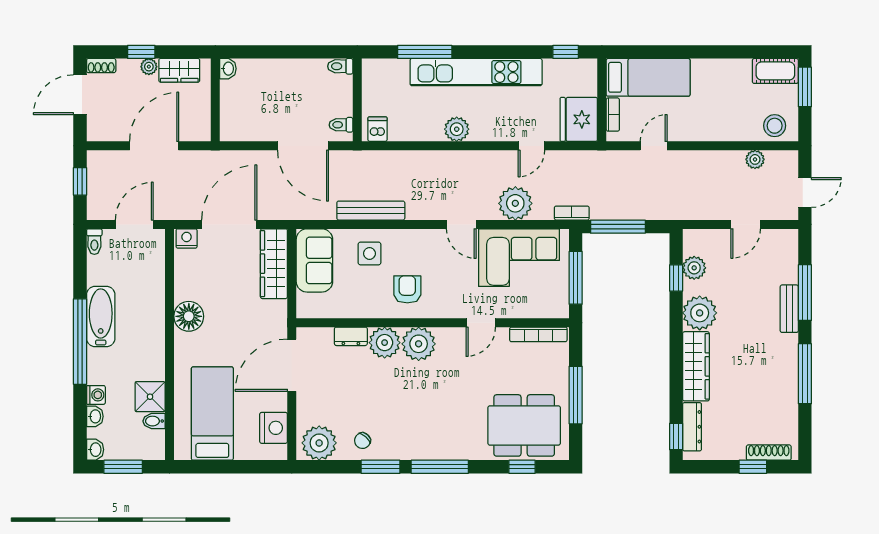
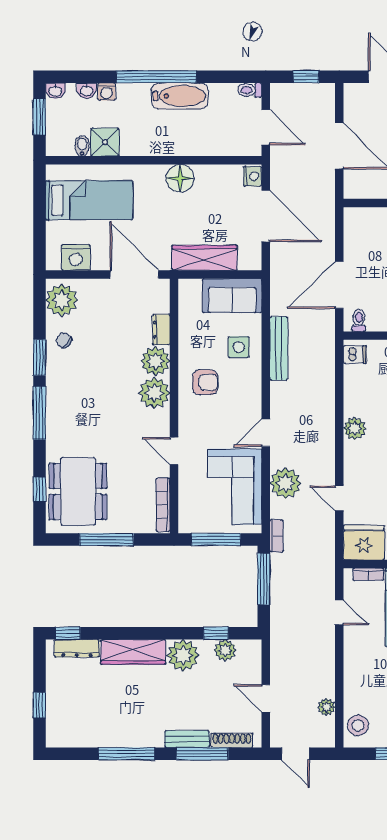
wardrobe: (274, 264) -> (205, 258), moved
shoe rack: (769, 453) -> (232, 740), moved, turned -90

